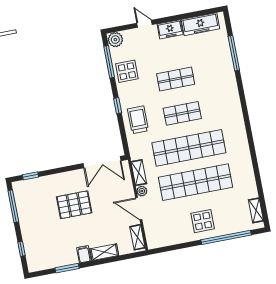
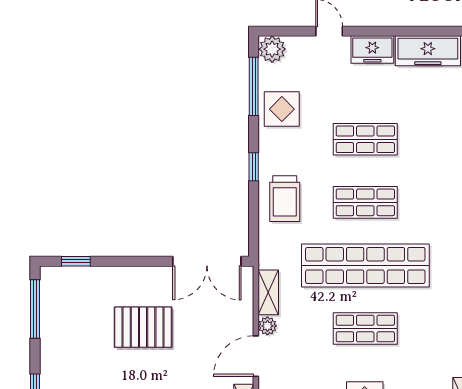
trolley: (138, 120) -> (285, 199), turned 180
shop shelf: (195, 182) -> (365, 329), width x0.50, depth x0.74
door: (139, 209) -> (256, 356), hinge flipped

